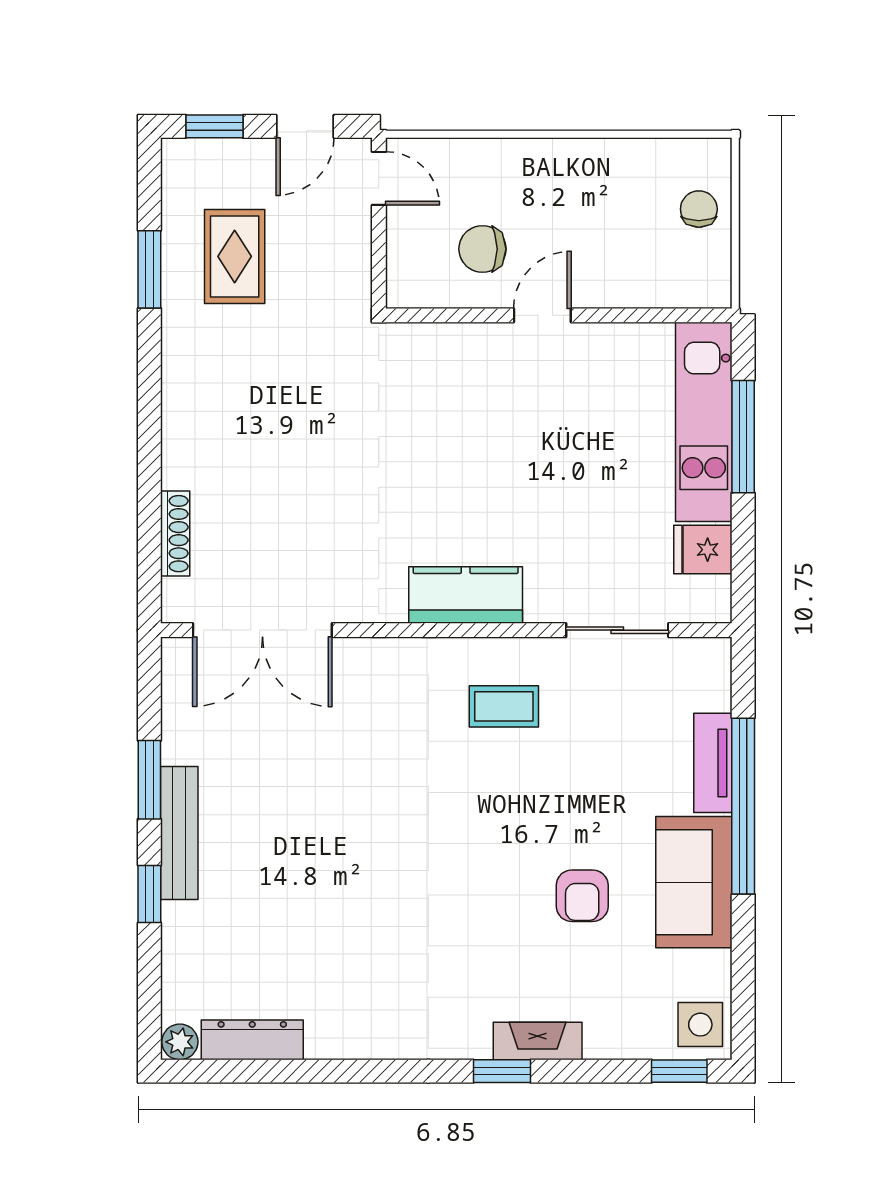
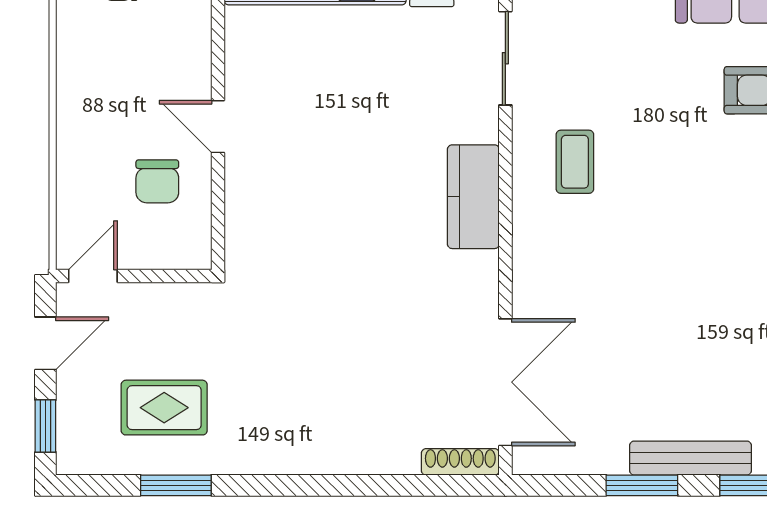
door: (305, 126) -> (45, 343), hinge flipped
shoe rack: (175, 534) -> (460, 462), moved

